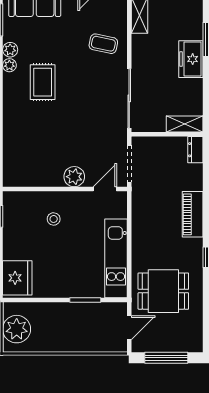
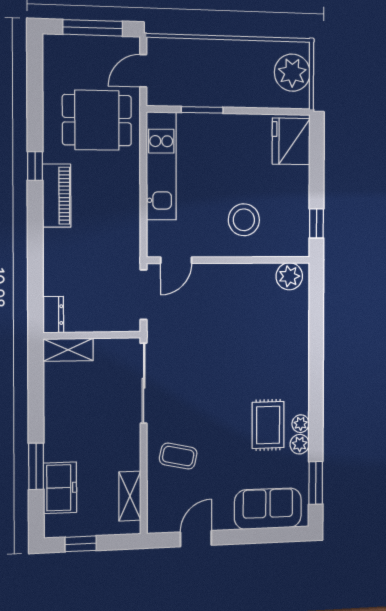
freezer: (191, 59) -> (60, 488), moved
rug: (43, 82) -> (268, 425), moved
plant: (74, 177) -> (289, 276), moved
piano: (193, 214) -> (57, 196), moved
stool: (54, 219) -> (244, 220), width x1.89, depth x1.89

